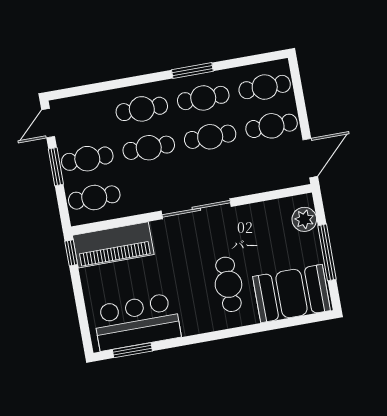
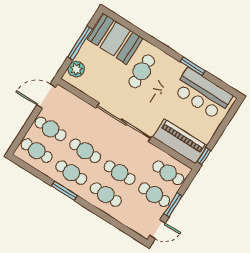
sliding door: (196, 209) -> (124, 122), width x1.36
window: (132, 350) -> (193, 66), moved

